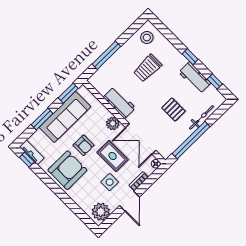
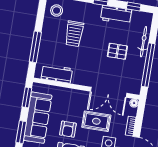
workbench: (119, 103) -> (57, 74), moved
plant: (113, 123) -> (78, 96), removed
armchair: (84, 145) -> (68, 129), turned 90

